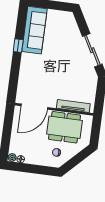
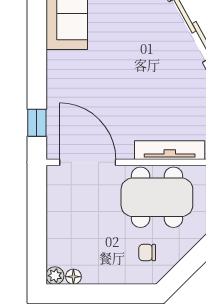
window: (18, 46) -> (37, 123), moved
door: (34, 107) -> (88, 162), swing flipped

